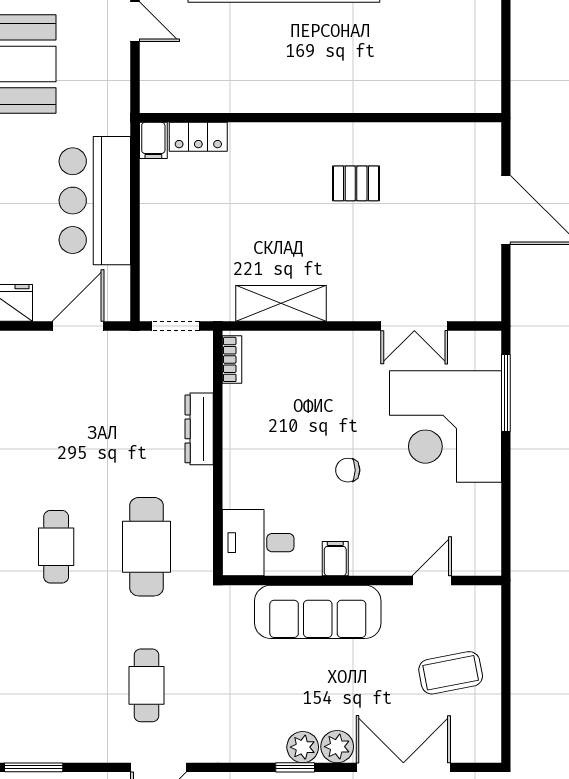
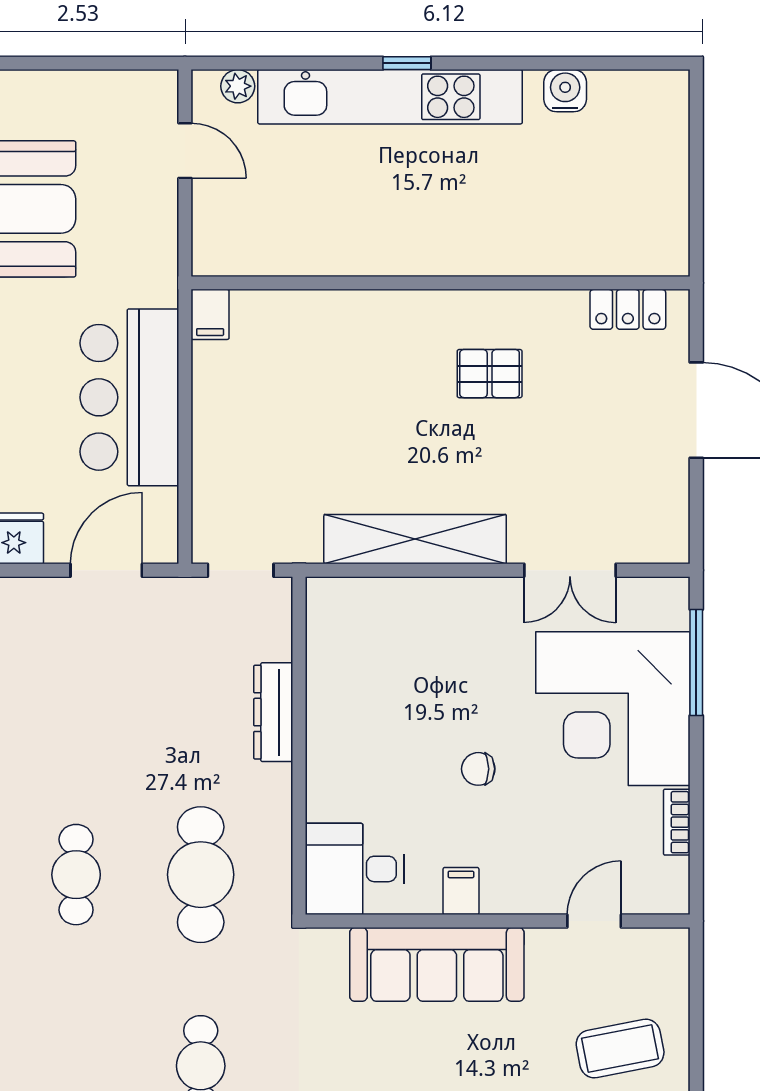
locker: (198, 137) -> (628, 309), moved
shelving: (281, 303) -> (415, 539), width x1.47
bookcase: (232, 359) -> (677, 822), moved, turned 180

